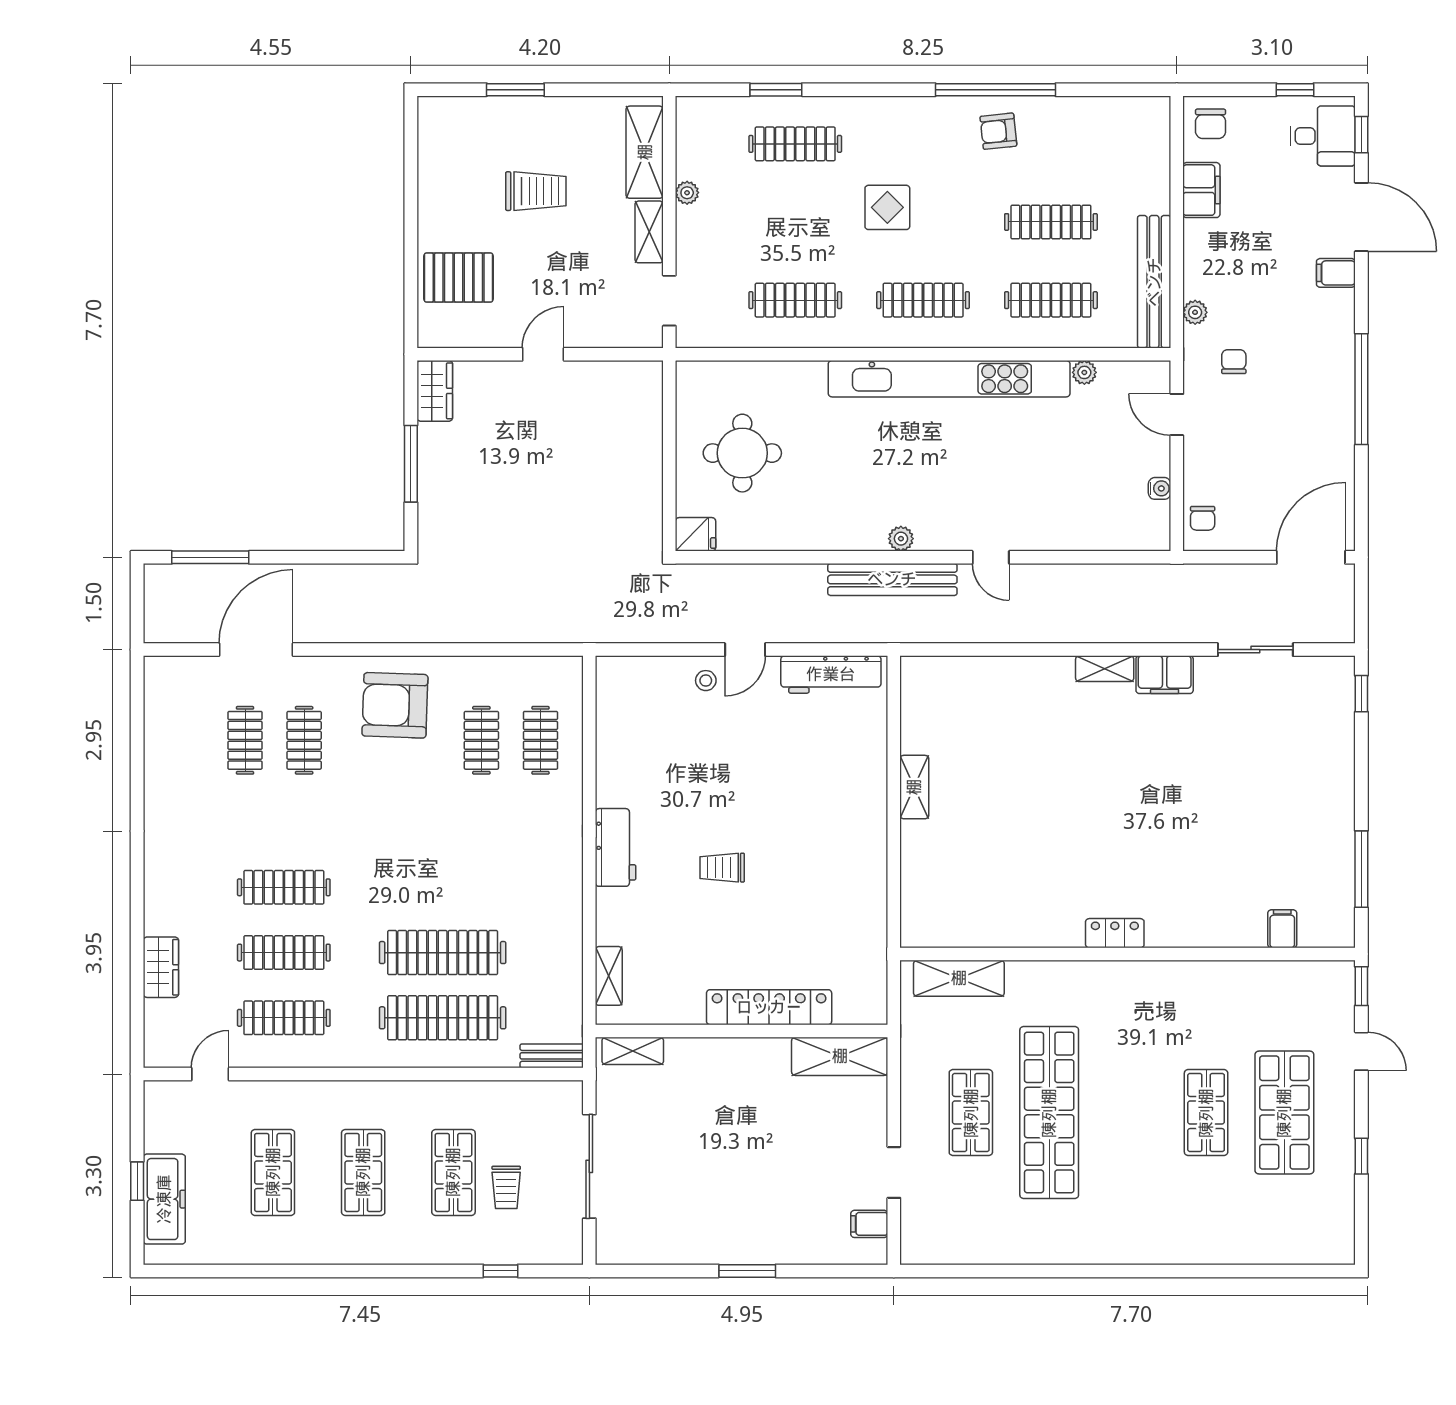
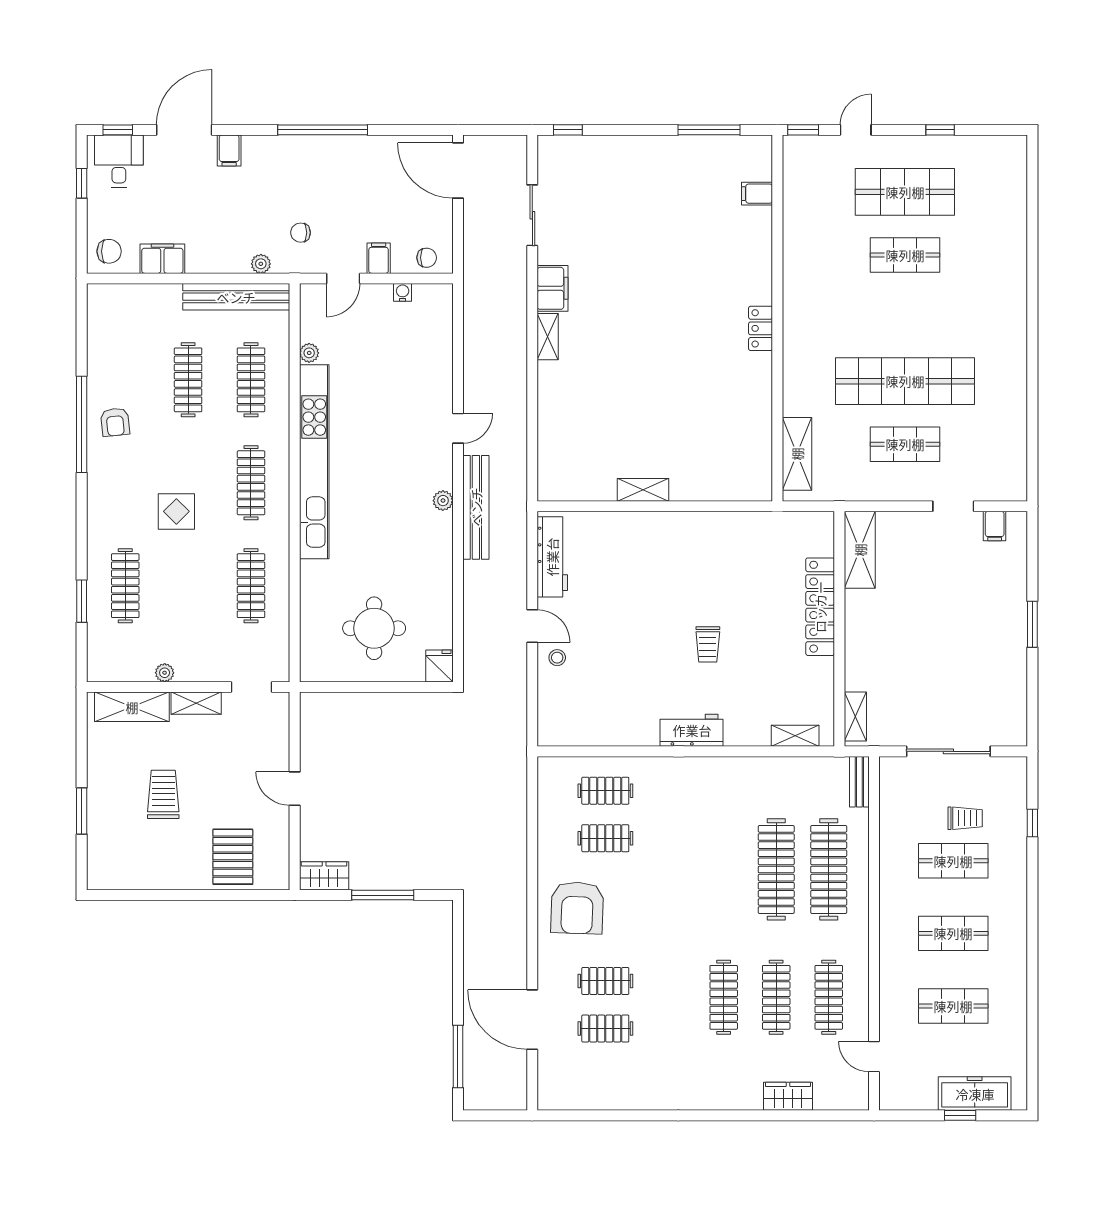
filing cabinet: (1202, 459) -> (379, 258), added

